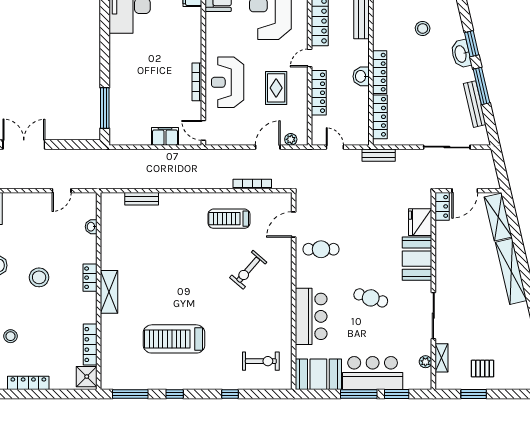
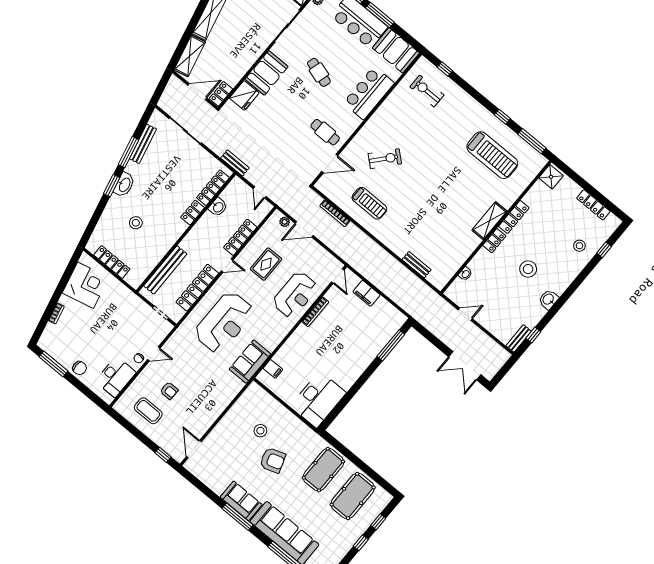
locker: (380, 72) -> (193, 213), width x0.66
washbasin: (361, 76) -> (218, 207), moved
treadmill: (174, 339) -> (492, 155), moved
locker: (90, 345) -> (514, 217), moved
window: (230, 394) -> (445, 69), moved

